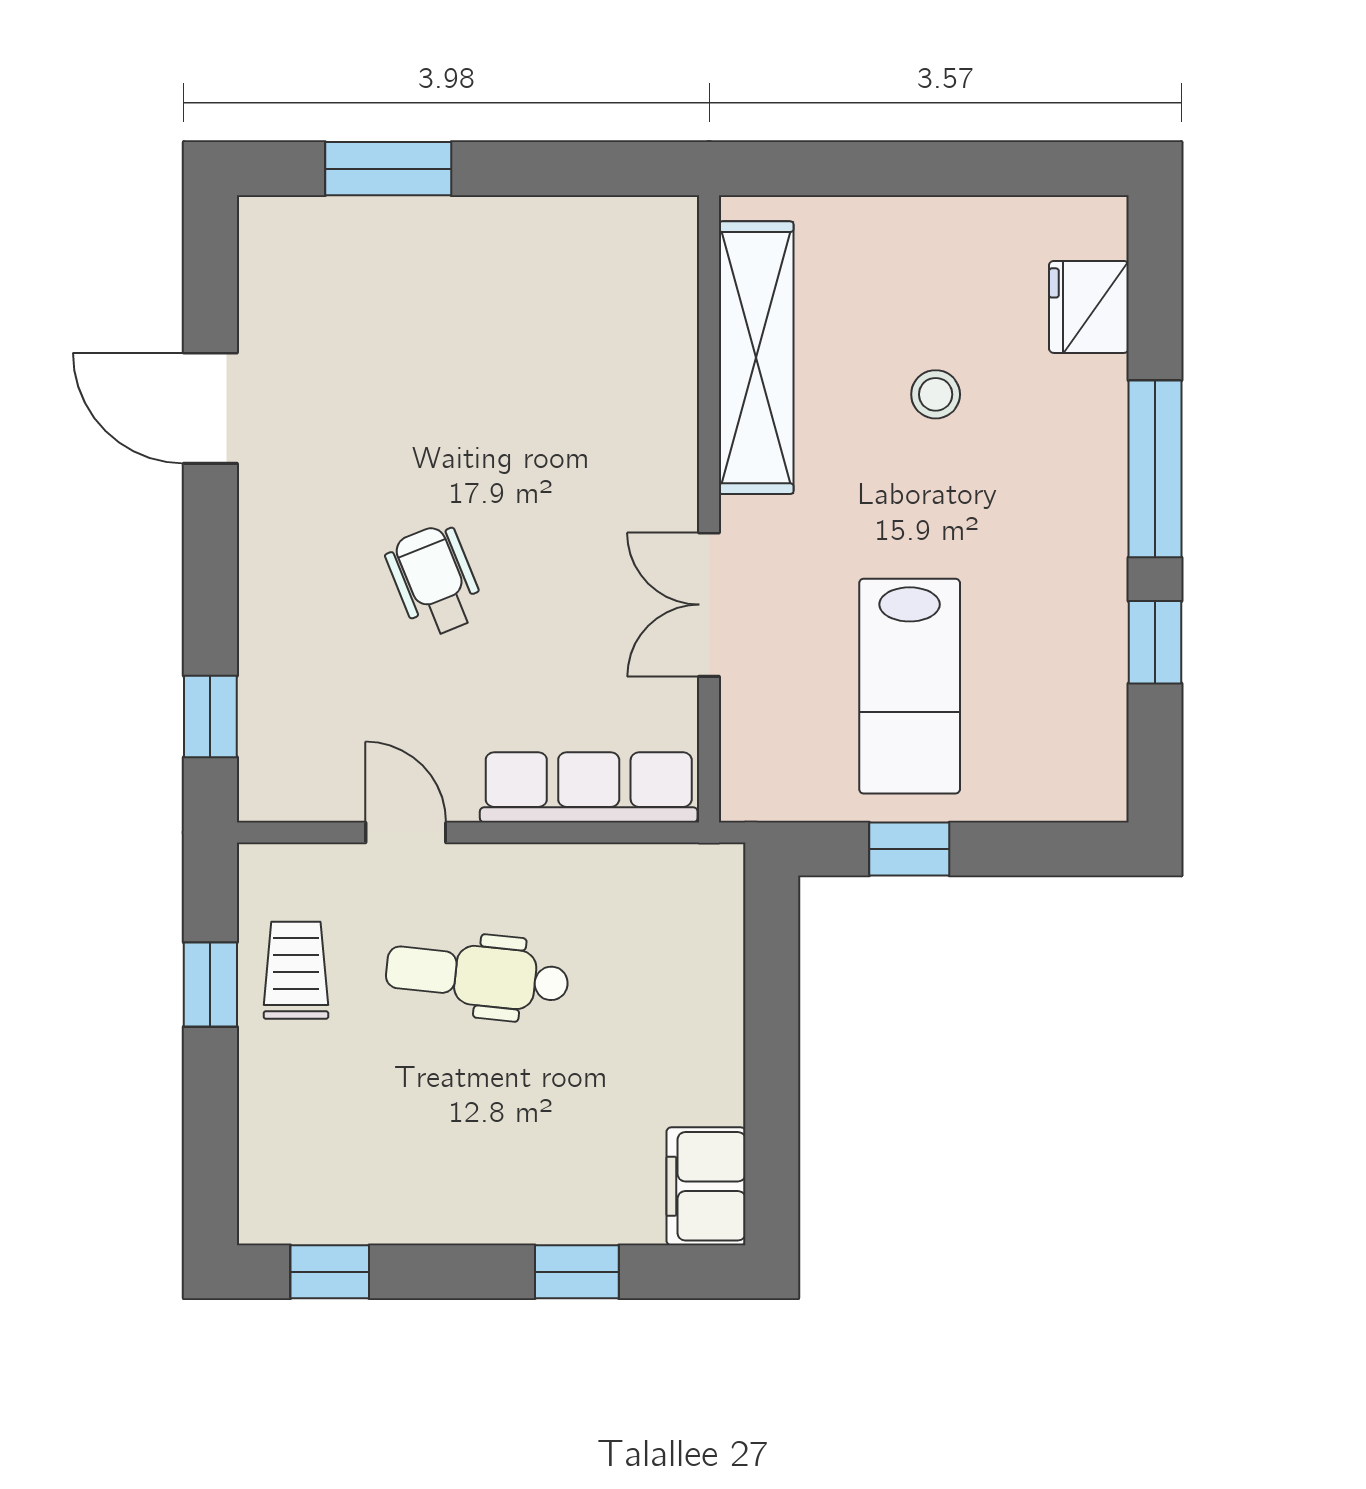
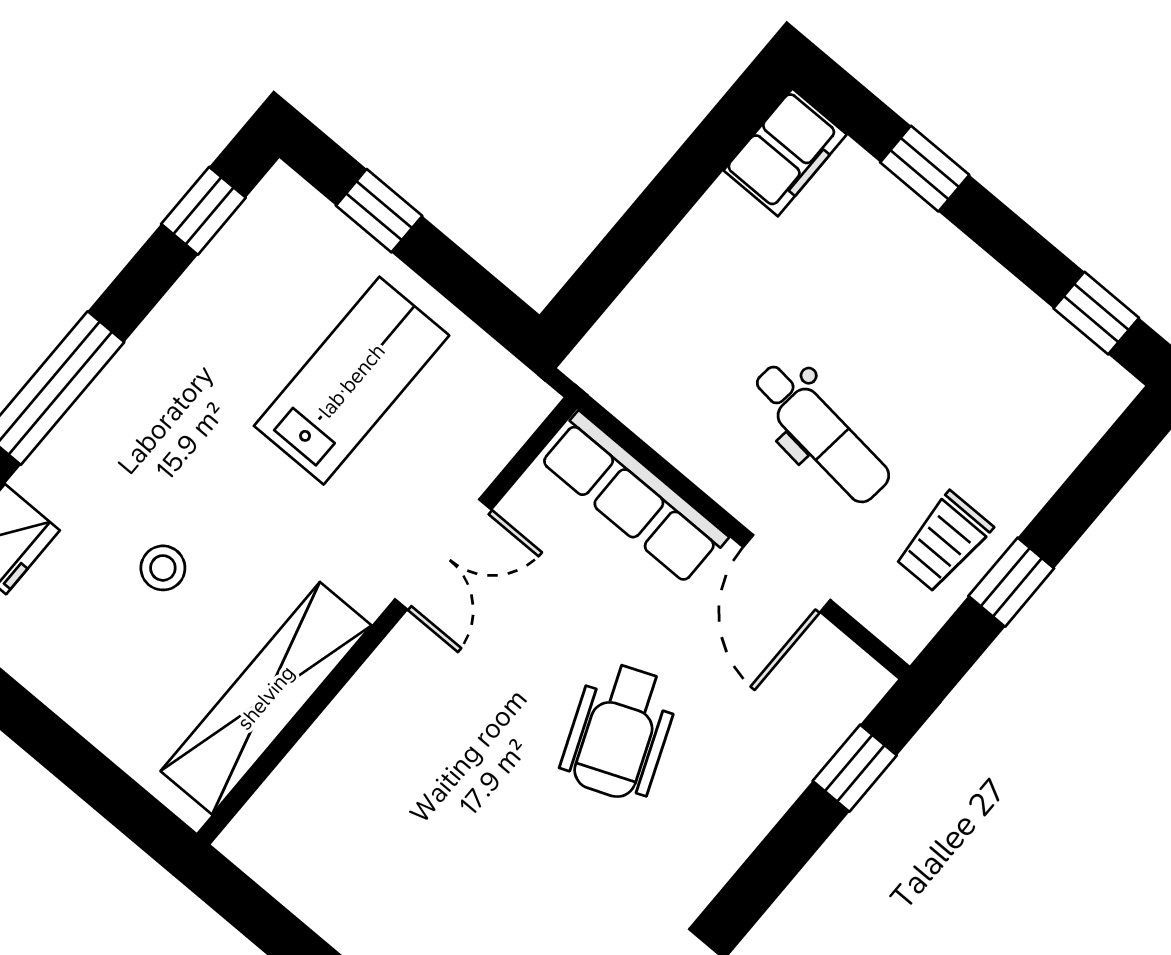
wheelchair: (435, 581) -> (619, 731), width x1.36, depth x1.37
window: (1155, 642) -> (203, 211), moved
door: (406, 832) -> (787, 574), width x1.38
window: (909, 849) -> (379, 211), moved

